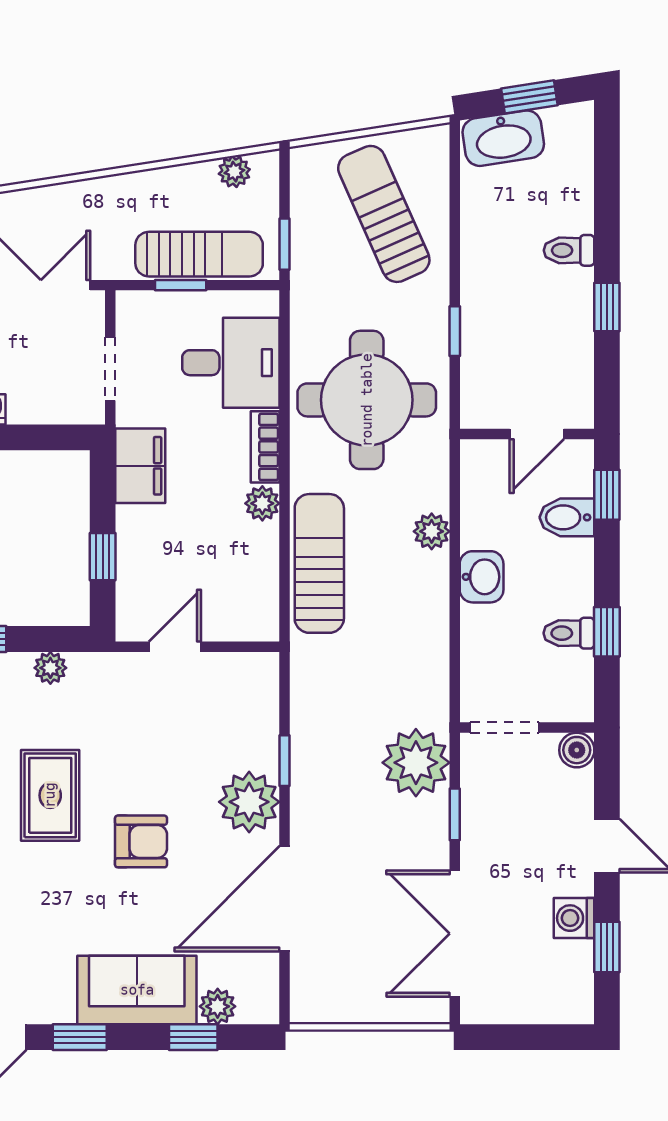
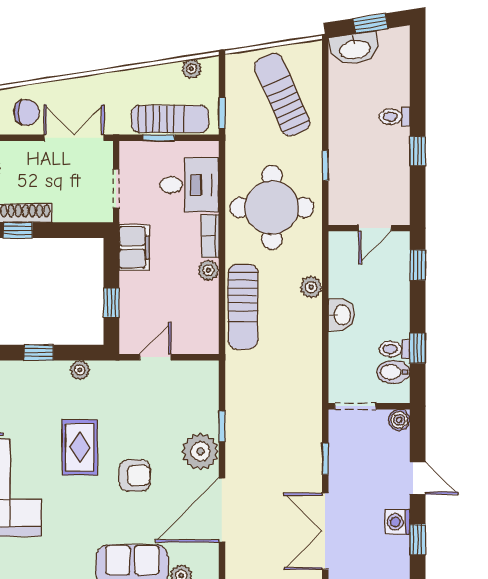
bidet: (567, 517) -> (393, 372), moved
sun lounger: (319, 563) -> (243, 307), turned 180
plant: (416, 763) -> (302, 428), removed

